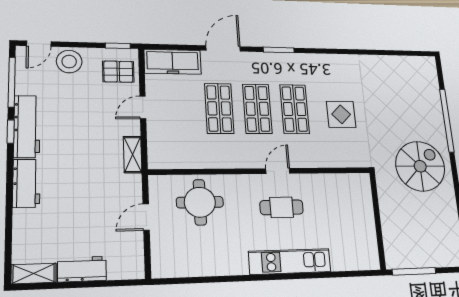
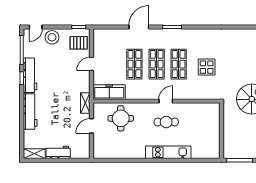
freezer: (173, 62) -> (109, 92), moved, turned 180
shelving: (133, 154) -> (85, 103), moved
workbench: (26, 183) -> (30, 111), width x1.38

